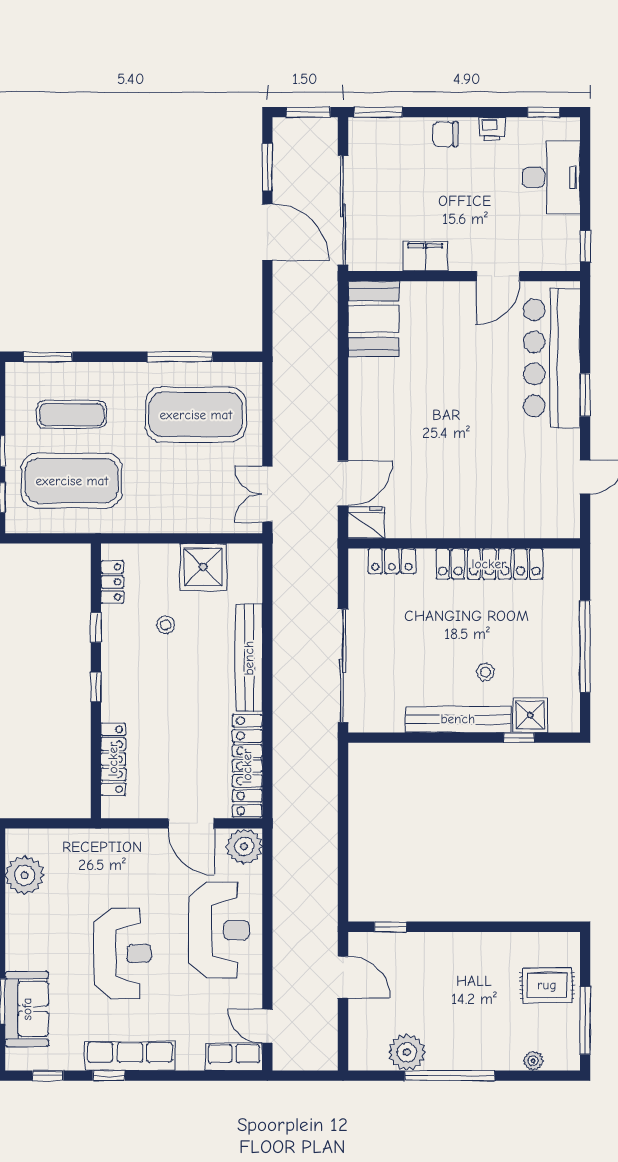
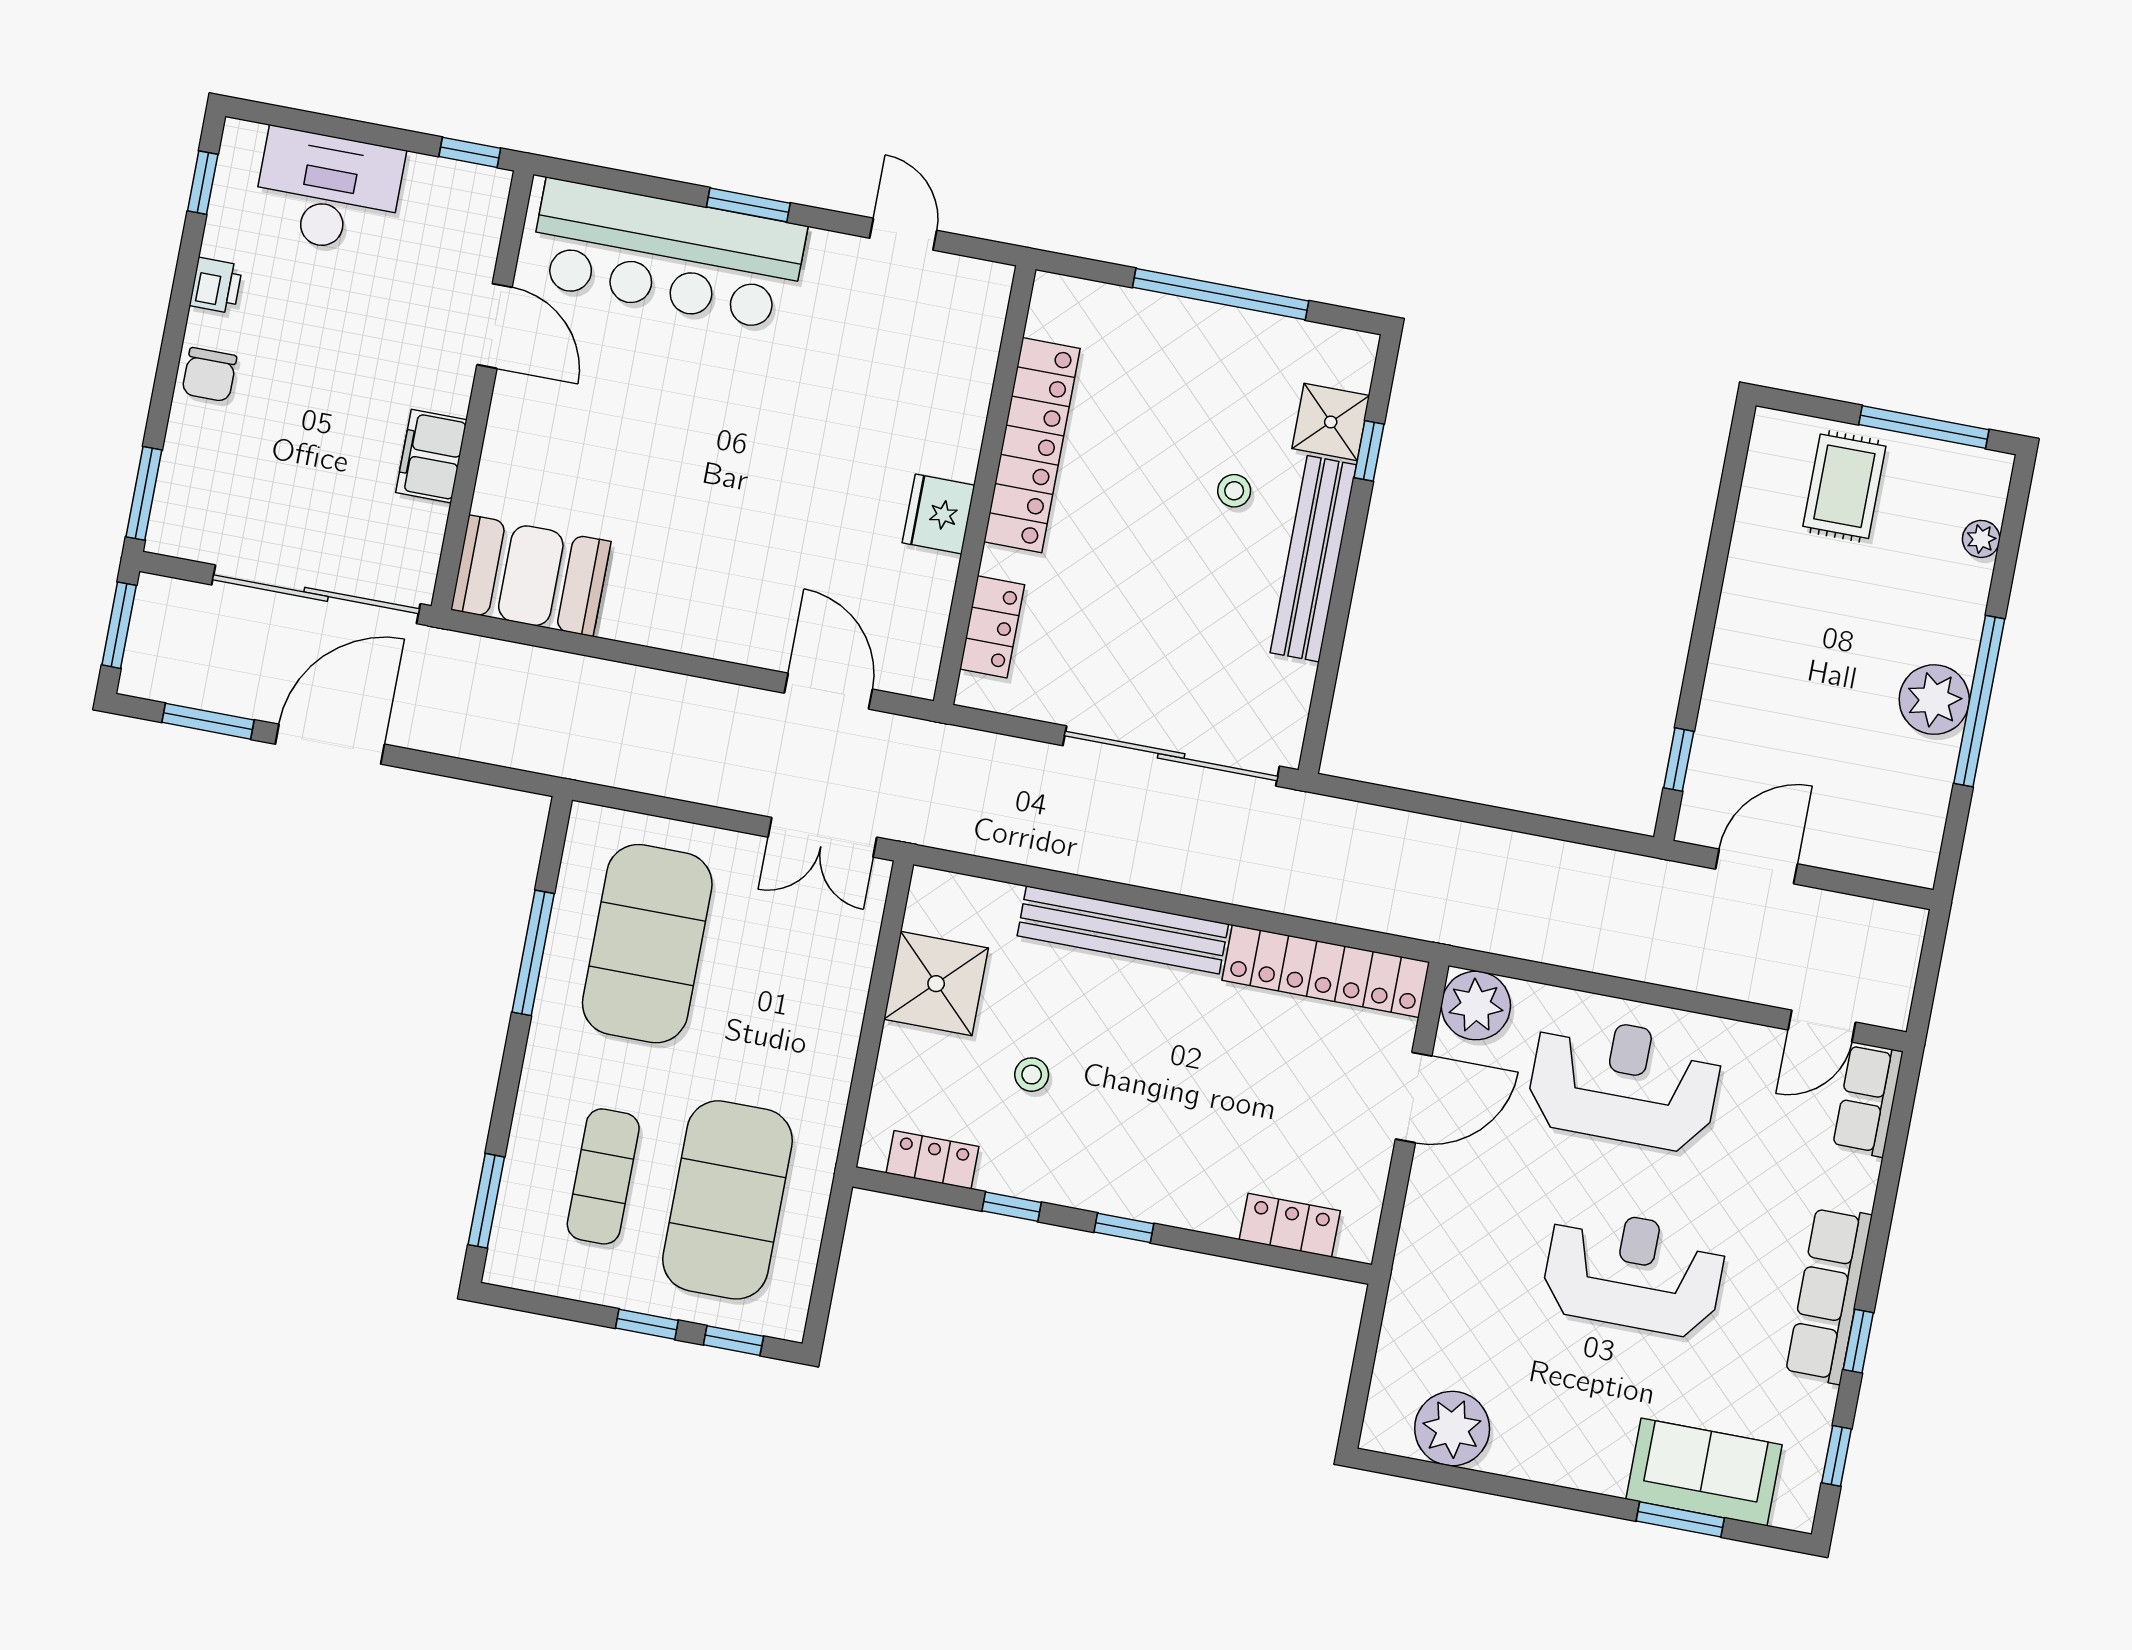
fridge: (366, 523) -> (939, 514), moved
locker: (113, 759) -> (1290, 1225), width x0.66
plant: (407, 1052) -> (1934, 700), moved

